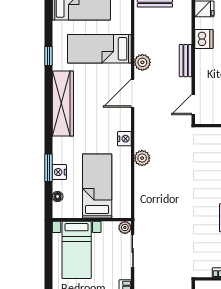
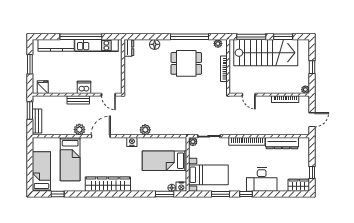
dishwasher: (204, 39) -> (84, 87), moved
window: (49, 56) -> (58, 194), moved
door: (133, 93) -> (101, 136), swing flipped
window: (49, 168) -> (165, 194), moved
nightstand: (59, 172) -> (181, 187), moved
window: (49, 268) -> (220, 194), added

